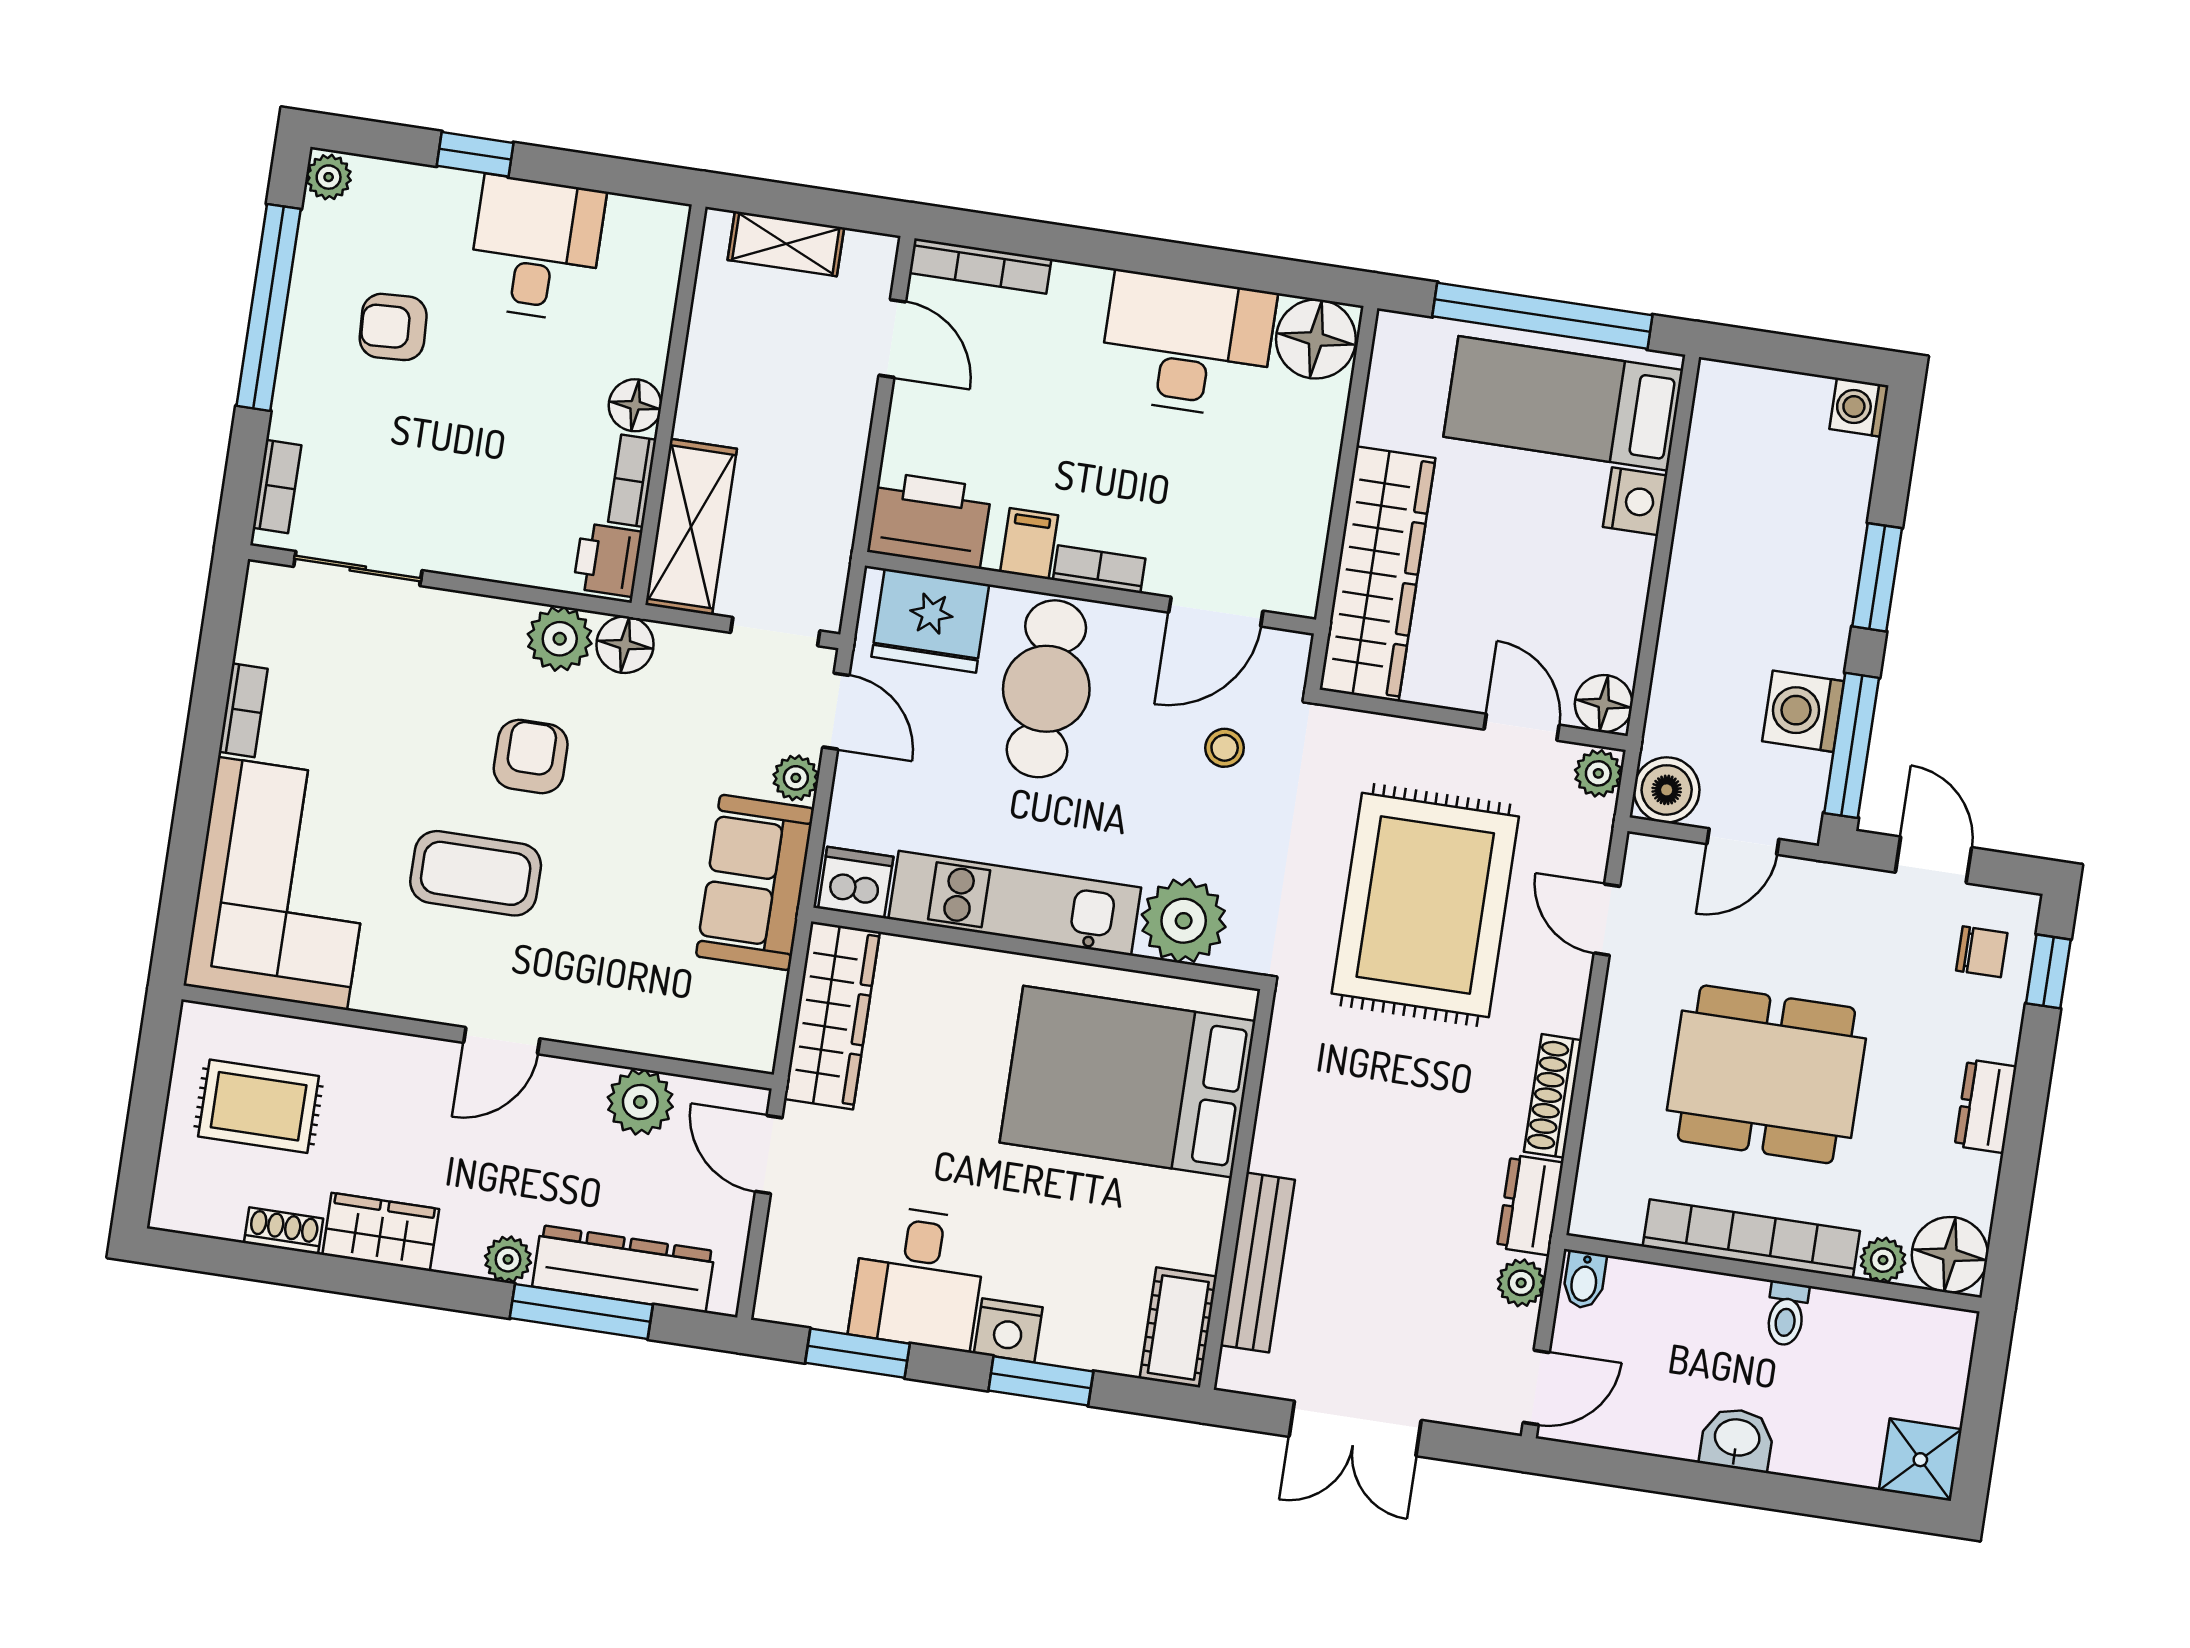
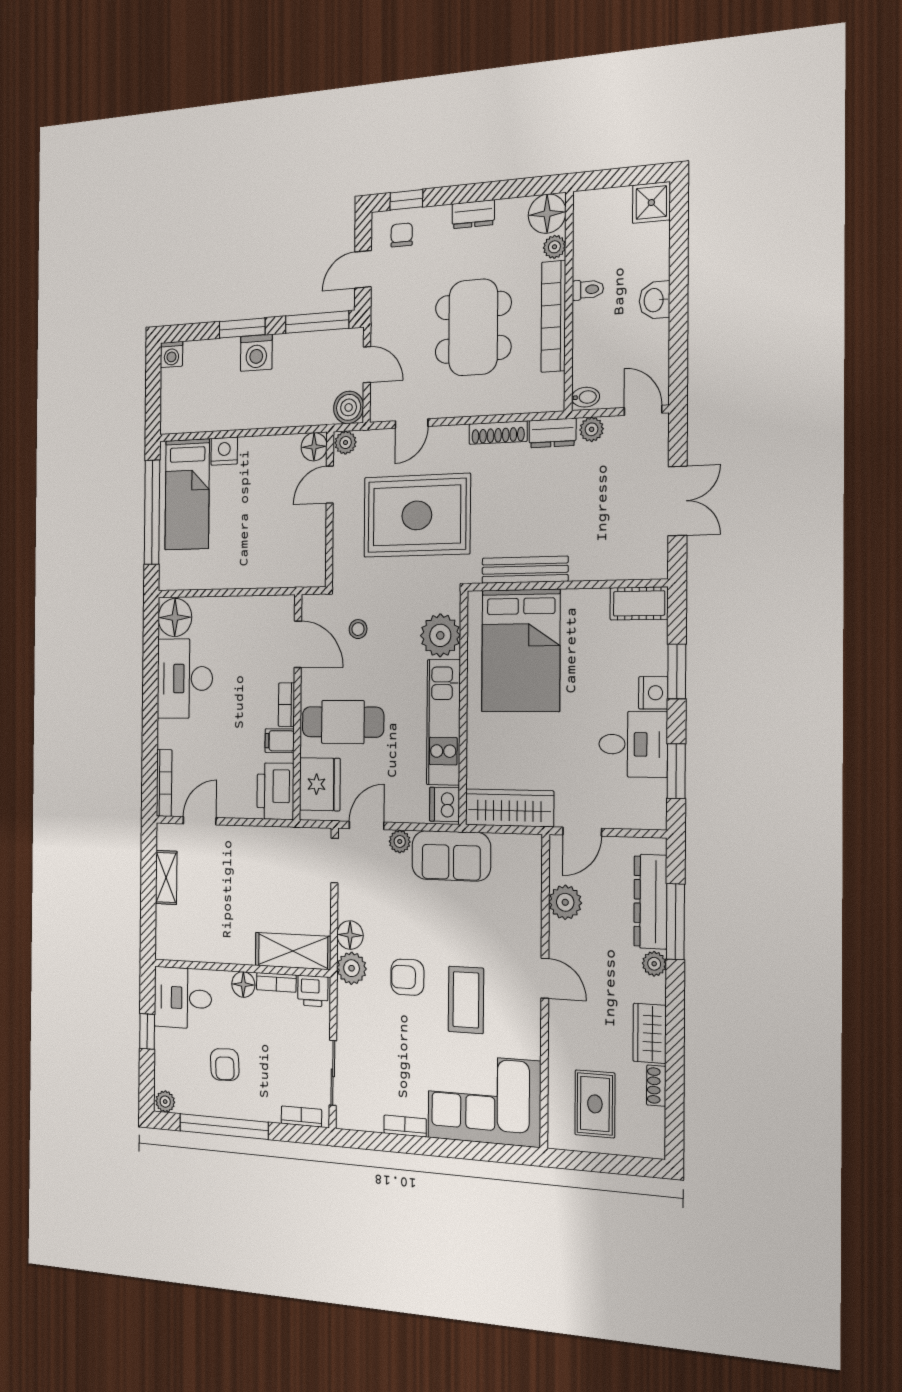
floor lamp: (635, 405) -> (243, 984), moved
wall: (669, 405) -> (241, 968), moved
bookcase: (632, 481) -> (276, 982), moved
shelving: (691, 527) -> (293, 951), moved
printer: (608, 560) -> (313, 991), moved
wardrobe: (1377, 574) -> (271, 569), removed
washing machine: (1803, 711) -> (256, 353), moved
bench: (1258, 1262) -> (525, 570), moved

